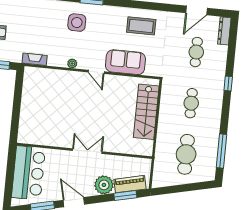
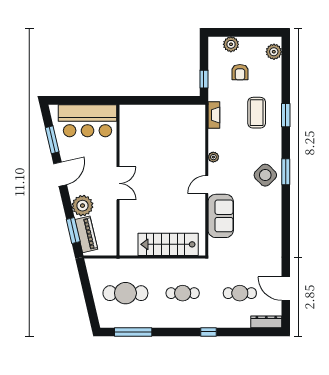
side table: (77, 23) -> (265, 175), moved, turned 45
coffee table: (141, 26) -> (257, 113), moved

